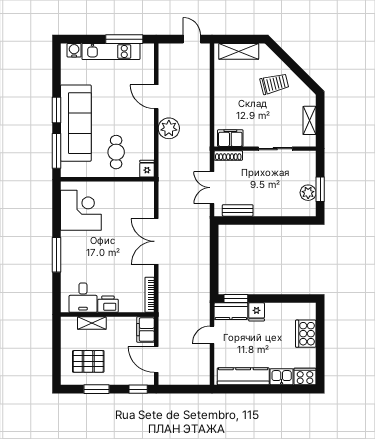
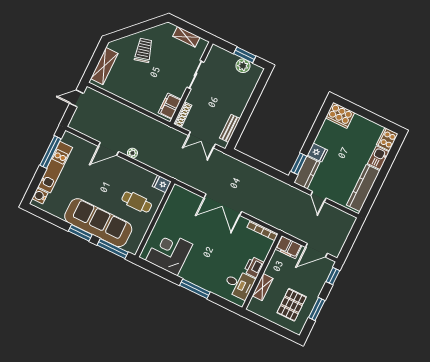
plant: (169, 128) -> (132, 153), width x0.53, depth x0.53
cooker: (306, 334) -> (340, 115), moved

